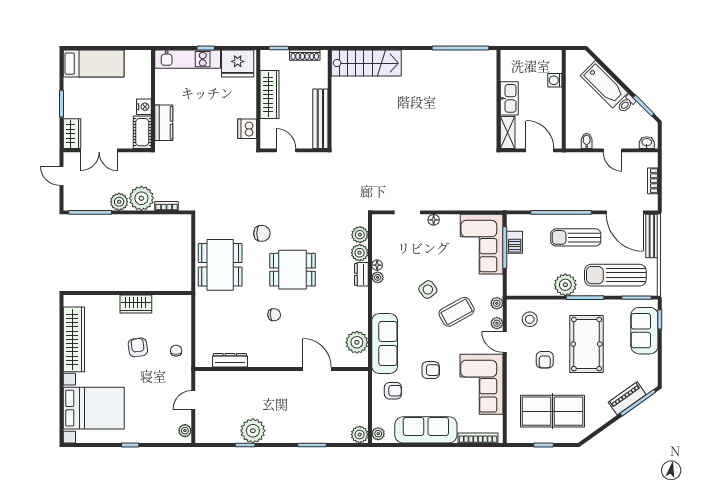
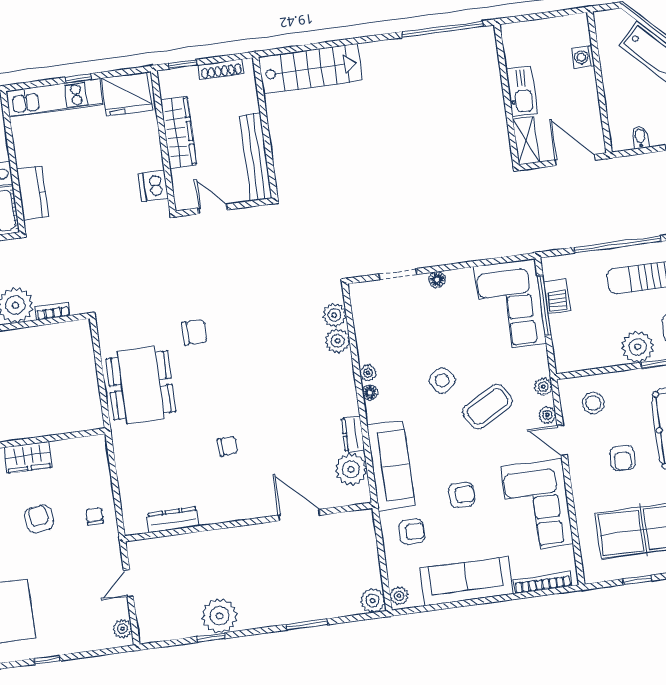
floor lamp: (377, 265) -> (370, 393), moved
dining table: (293, 270) -> (245, 378), removed
dresser: (361, 274) -> (353, 434), moved

